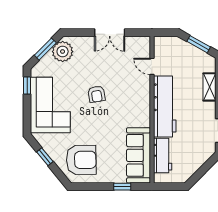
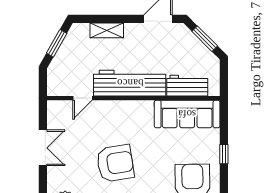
armchair: (96, 94) -> (115, 163), width x1.88, depth x1.88
window: (203, 170) -> (205, 39), added
window: (122, 187) -> (224, 154), moved

